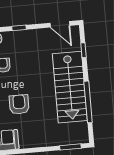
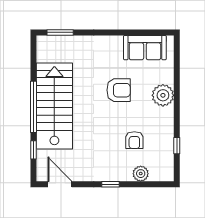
window: (88, 102) -> (34, 107), moved
armchair: (19, 104) -> (119, 90), turned -90

